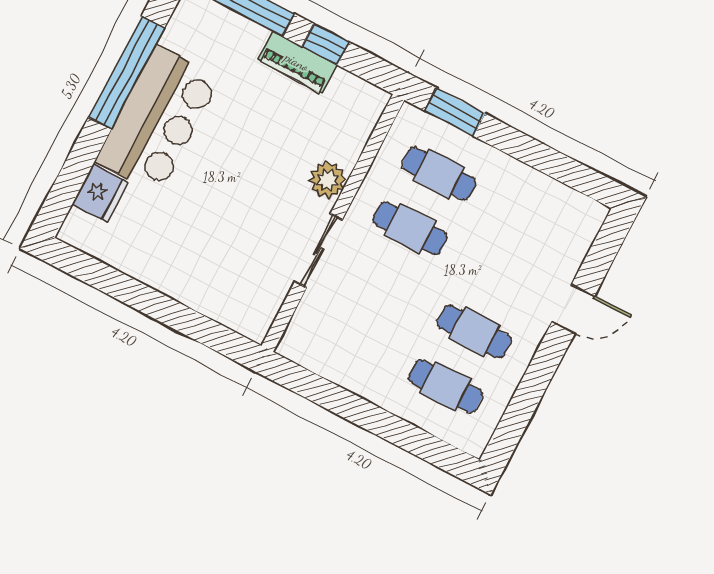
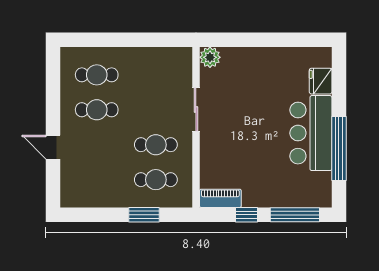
piano: (297, 62) -> (220, 198), moved
window: (455, 112) -> (144, 215), moved
plant: (328, 180) -> (210, 57), moved
door: (573, 309) -> (53, 147), hinge flipped

